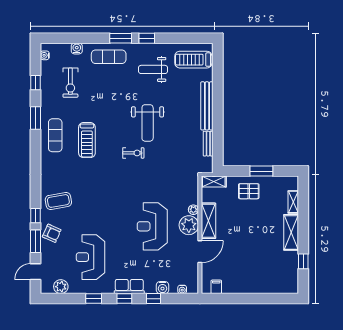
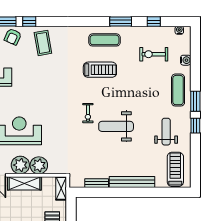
treadmill: (87, 140) -> (100, 70), turned 180
plant: (193, 210) -> (39, 165), width x1.88, depth x1.88

